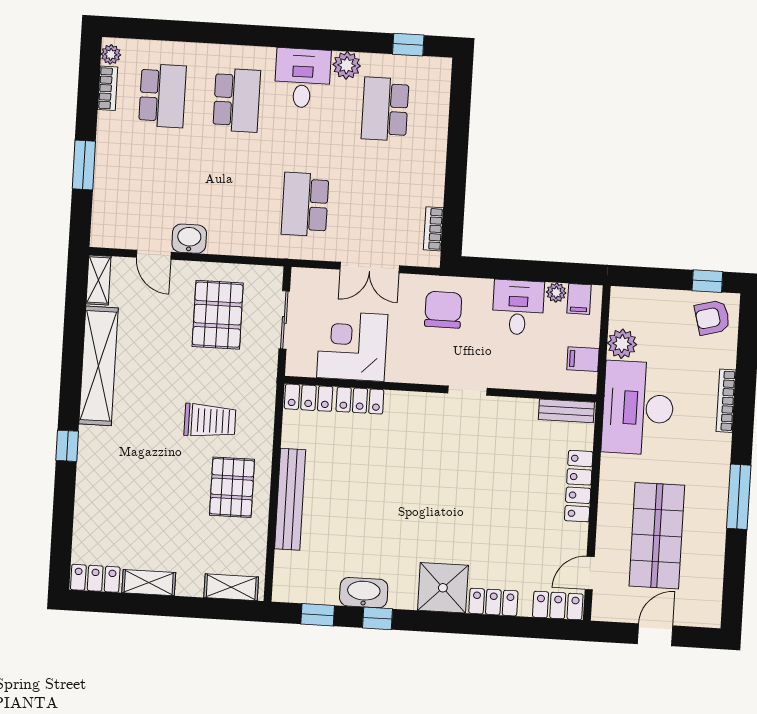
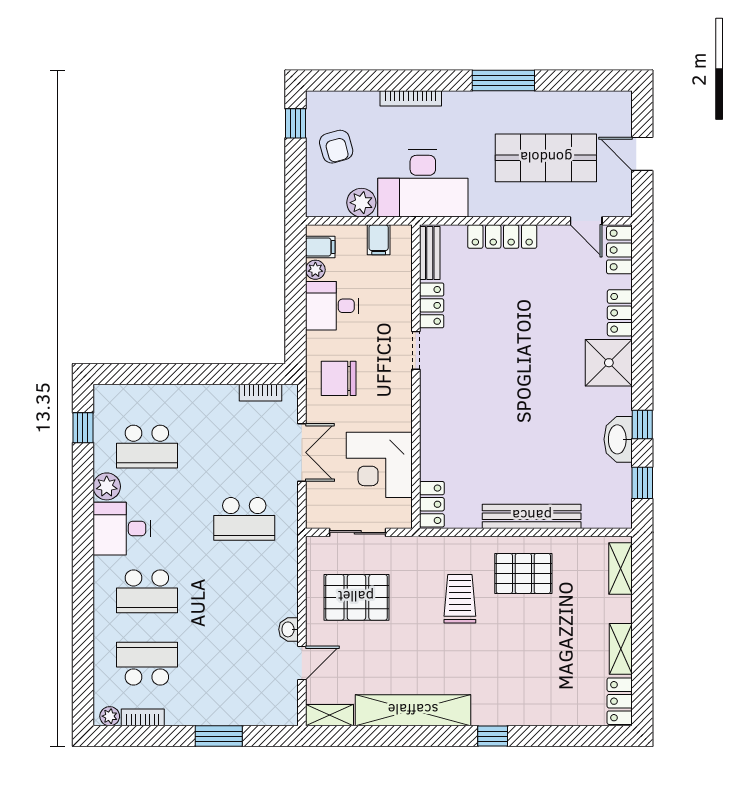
school desk: (237, 100) -> (147, 591), turned 180
washbasin: (189, 239) -> (289, 629), width x0.72, depth x0.69
armchair: (712, 317) -> (336, 147), moved
locker: (360, 401) -> (432, 305), moved

